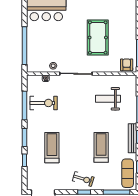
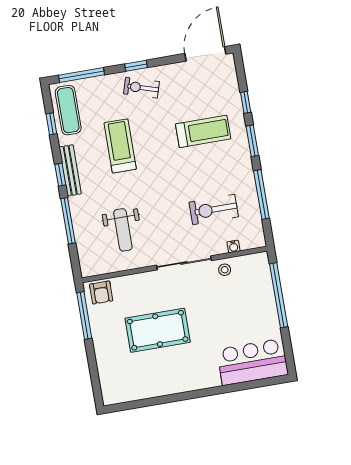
pool table: (98, 38) -> (158, 330), turned 90
weight bench: (108, 99) -> (123, 230), turned 90
exercise bike: (44, 103) -> (214, 209), moved
treadmill: (101, 147) -> (120, 146), turned 180
treadmill: (52, 148) -> (203, 131), turned -90

